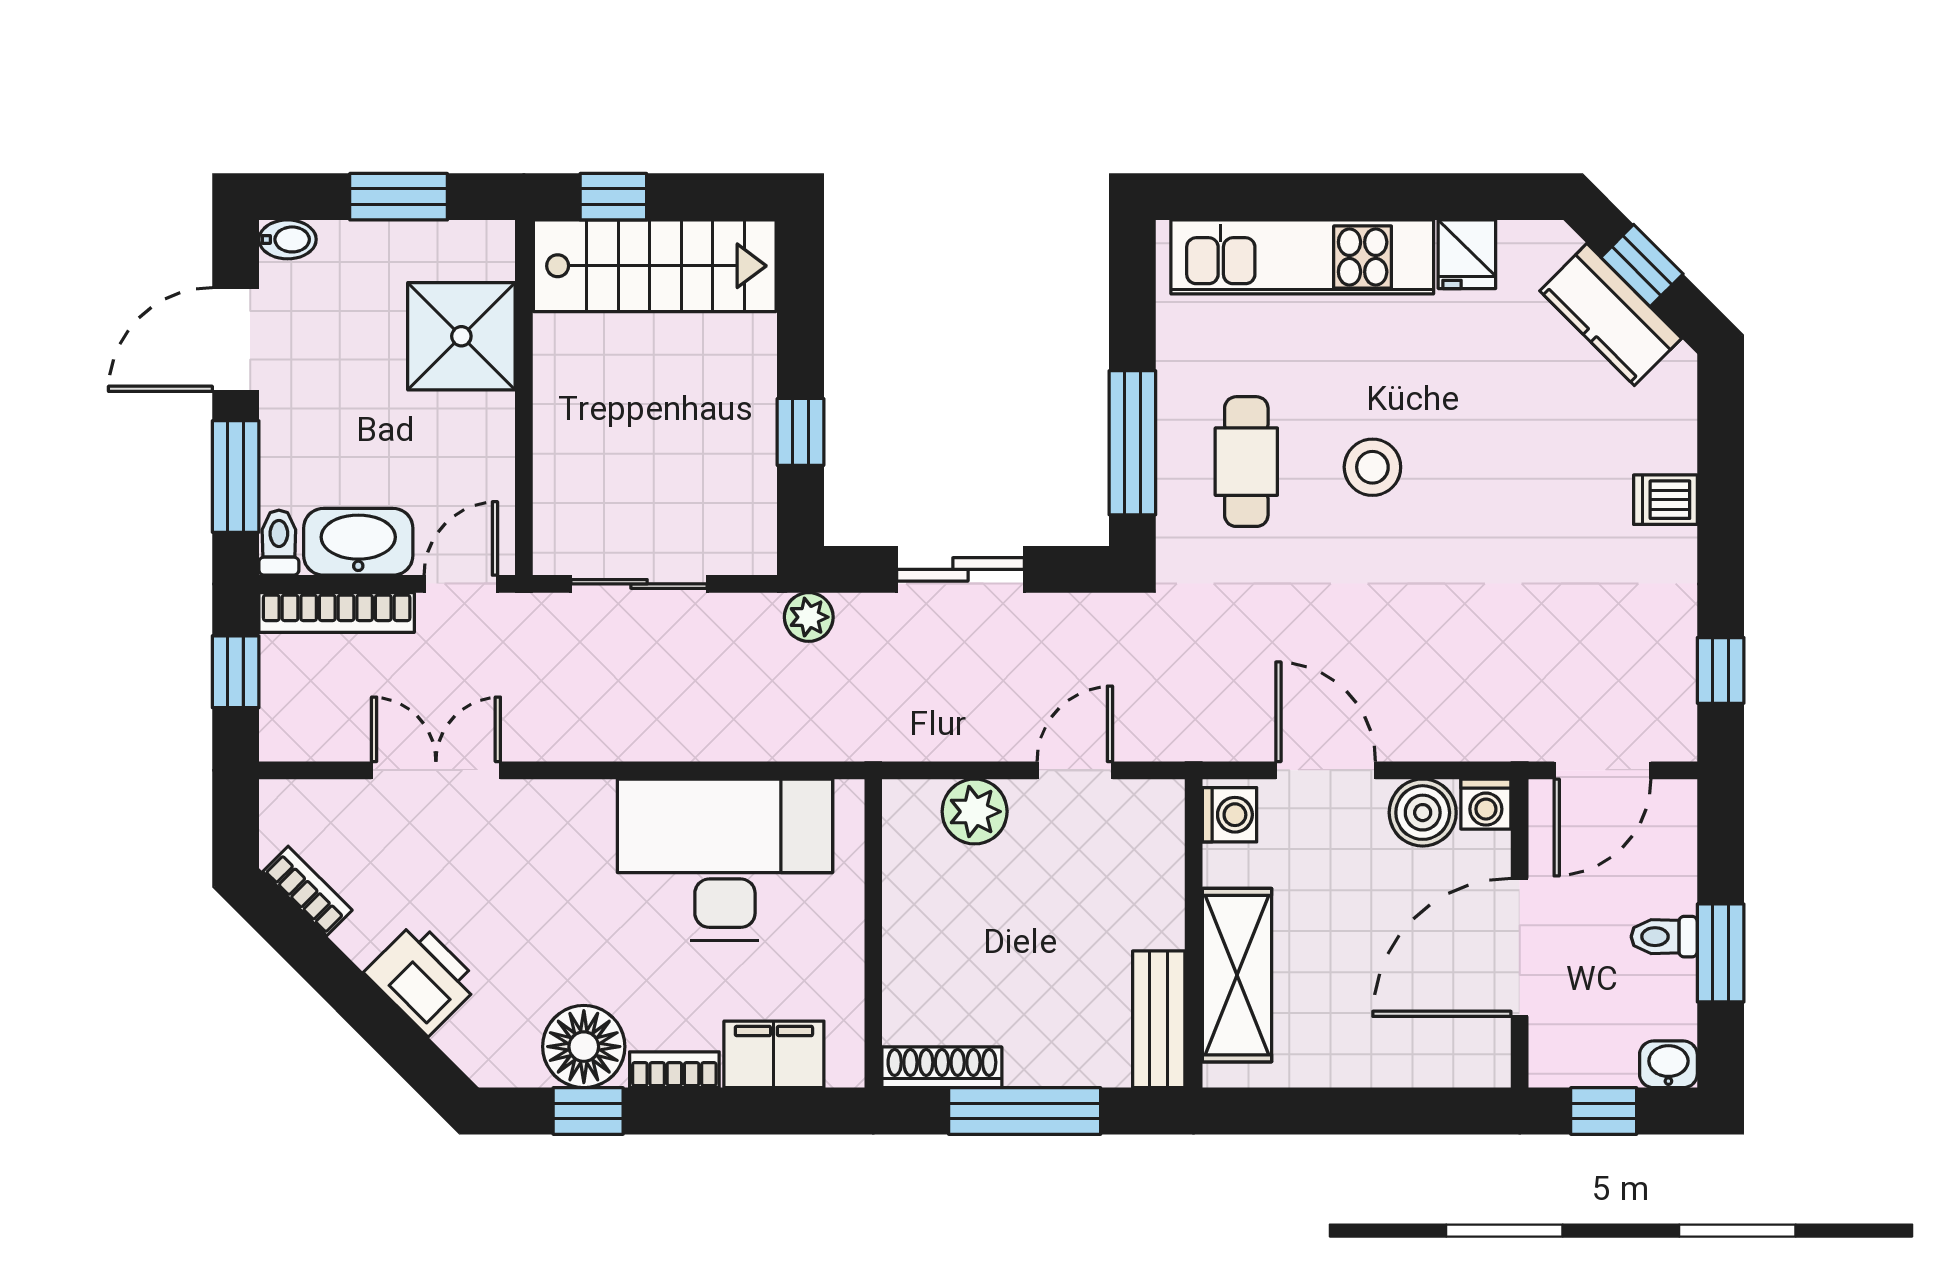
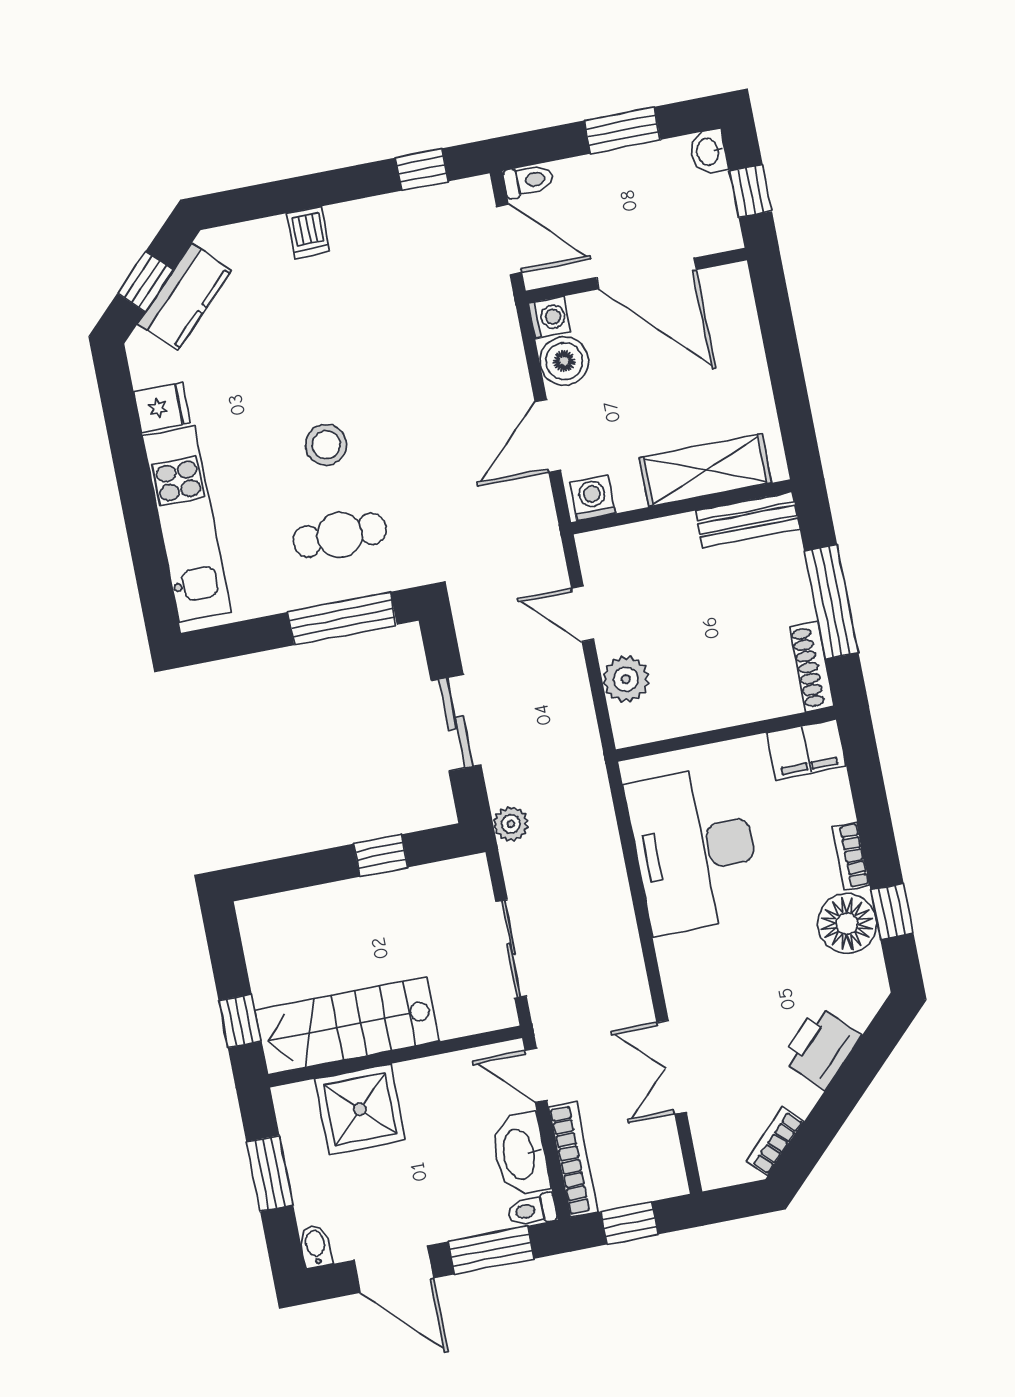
stairs: (655, 266) -> (347, 1026), moved, turned -90
toilet: (1664, 937) -> (528, 181), moved, turned -90
filing cabinet: (774, 1054) -> (806, 749), moved, turned -90

